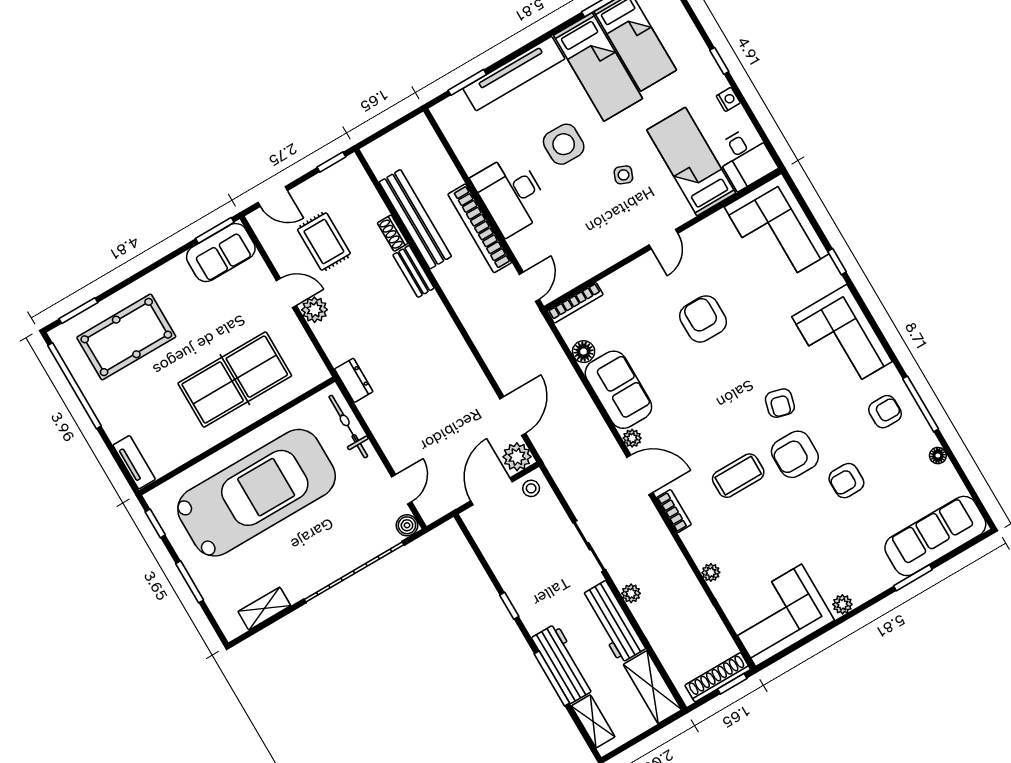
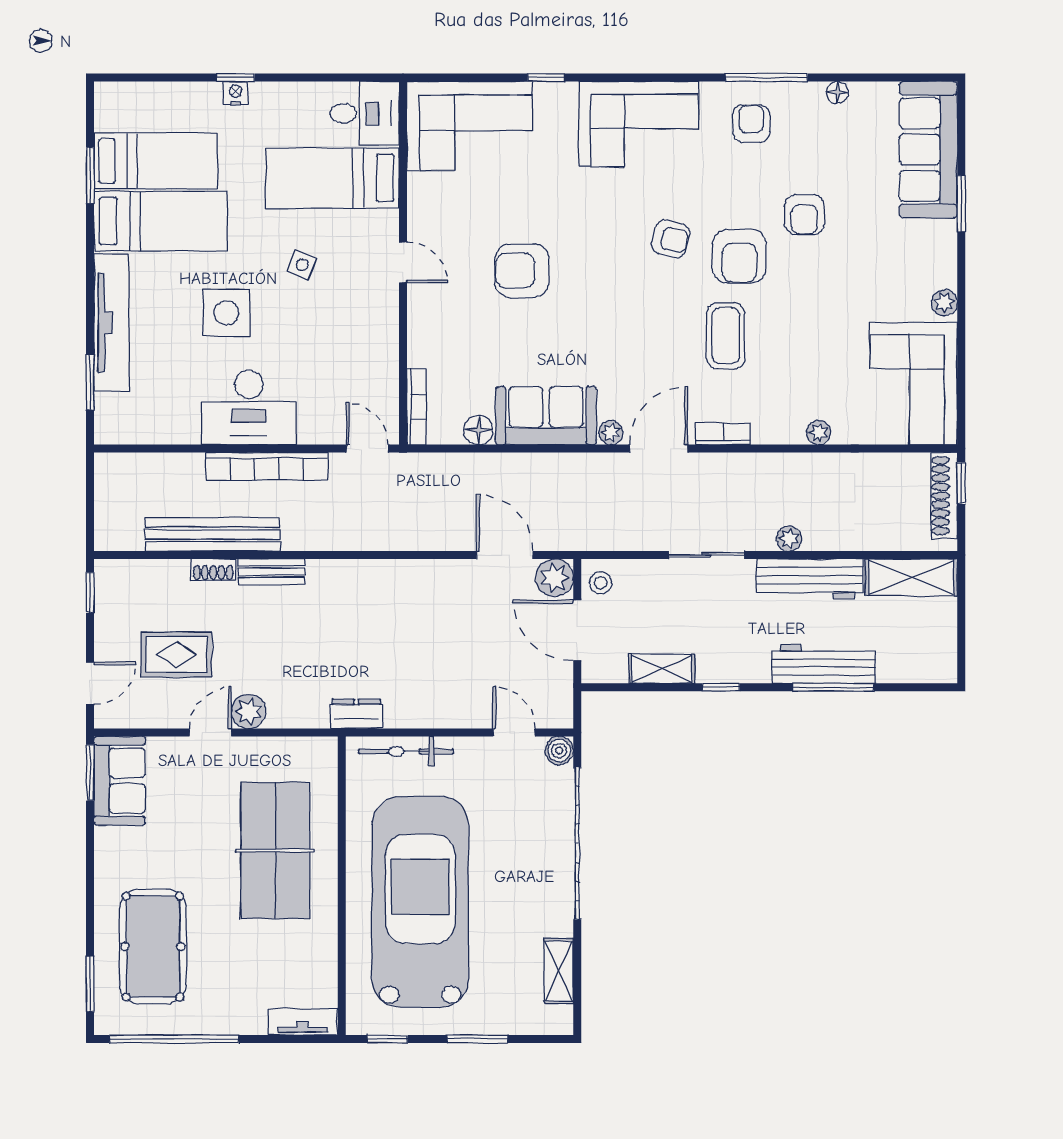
nightstand: (728, 99) -> (236, 93), moved
shelving: (593, 721) -> (662, 669), moved

